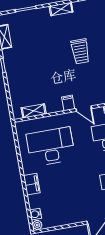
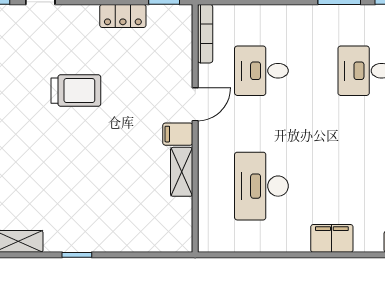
shelving: (34, 111) -> (182, 172), moved
desk: (51, 147) -> (261, 186), width x0.73, depth x0.77

